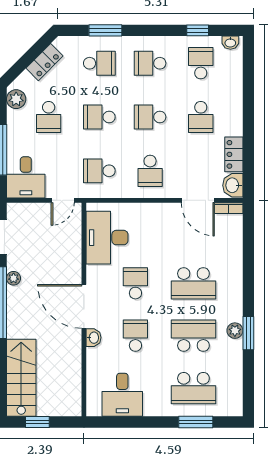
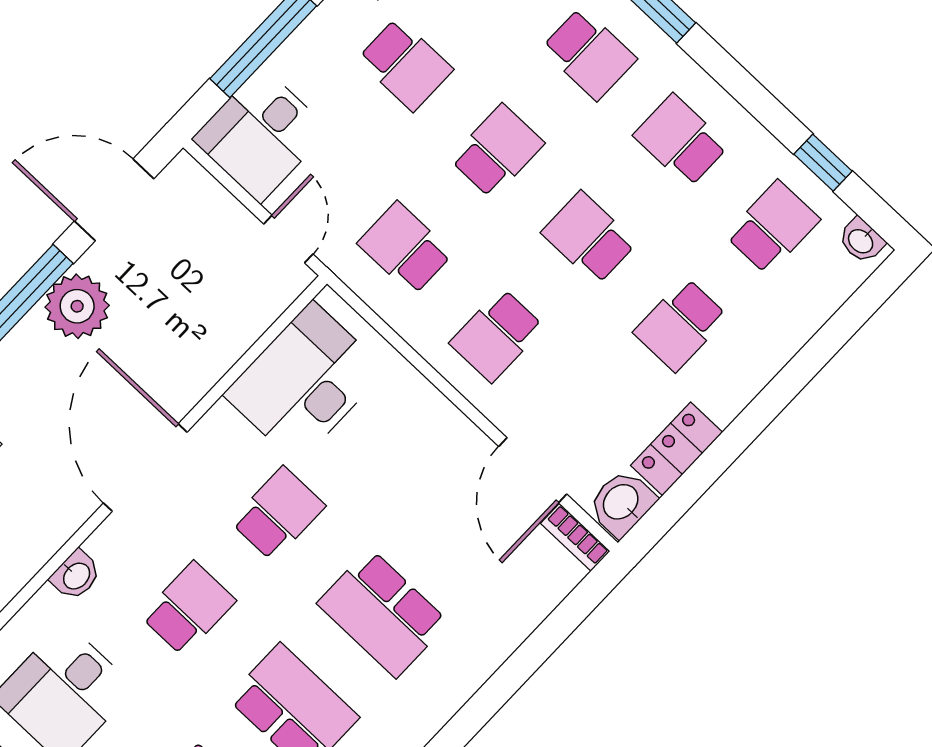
school desk: (49, 117) -> (405, 64), turned -90
school desk: (99, 117) -> (497, 151), turned 90
door: (63, 200) -> (288, 239), swing flipped
plant: (14, 278) -> (77, 306), width x1.87, depth x1.87
washbasin: (93, 338) -> (76, 575), moved

